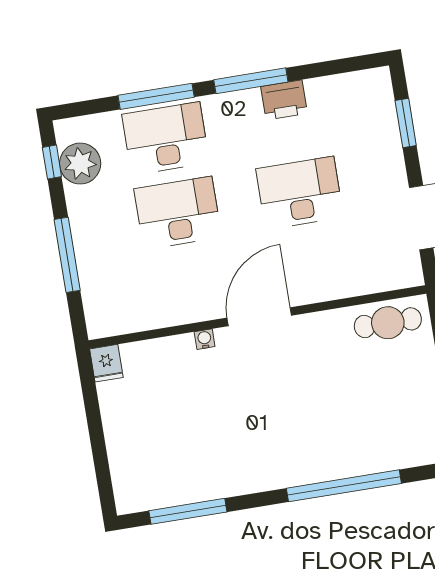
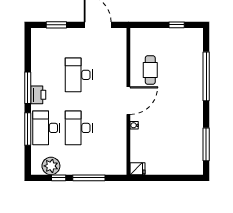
printer: (284, 100) -> (38, 95), moved
window: (52, 162) -> (59, 178), moved
door: (259, 317) -> (128, 101), swing flipped
cafe table: (388, 323) -> (150, 70), moved

